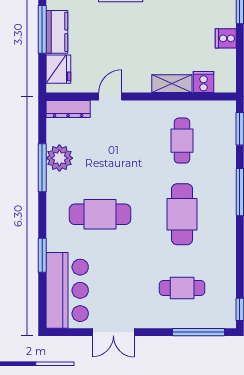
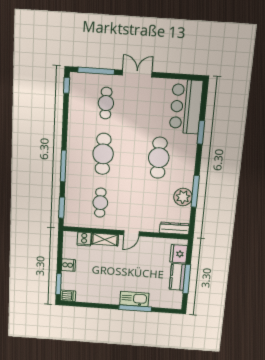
door: (110, 96) -> (131, 233), moved
cafe table: (100, 214) -> (159, 158), turned 90
cafe table: (182, 288) -> (106, 103), turned 90
double door: (113, 332) -> (137, 74), moved

